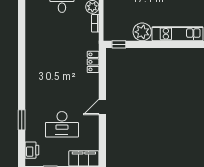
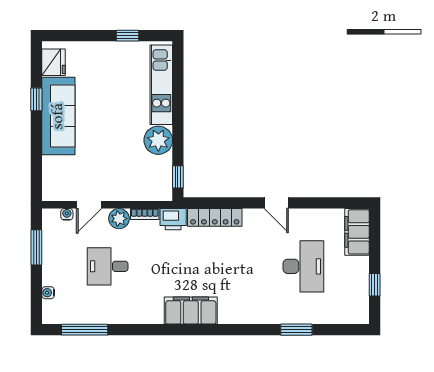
filing cabinet: (34, 53) -> (191, 311), added
locker: (93, 62) -> (215, 217), width x1.53
printer: (32, 150) -> (173, 219), moved, turned 180

